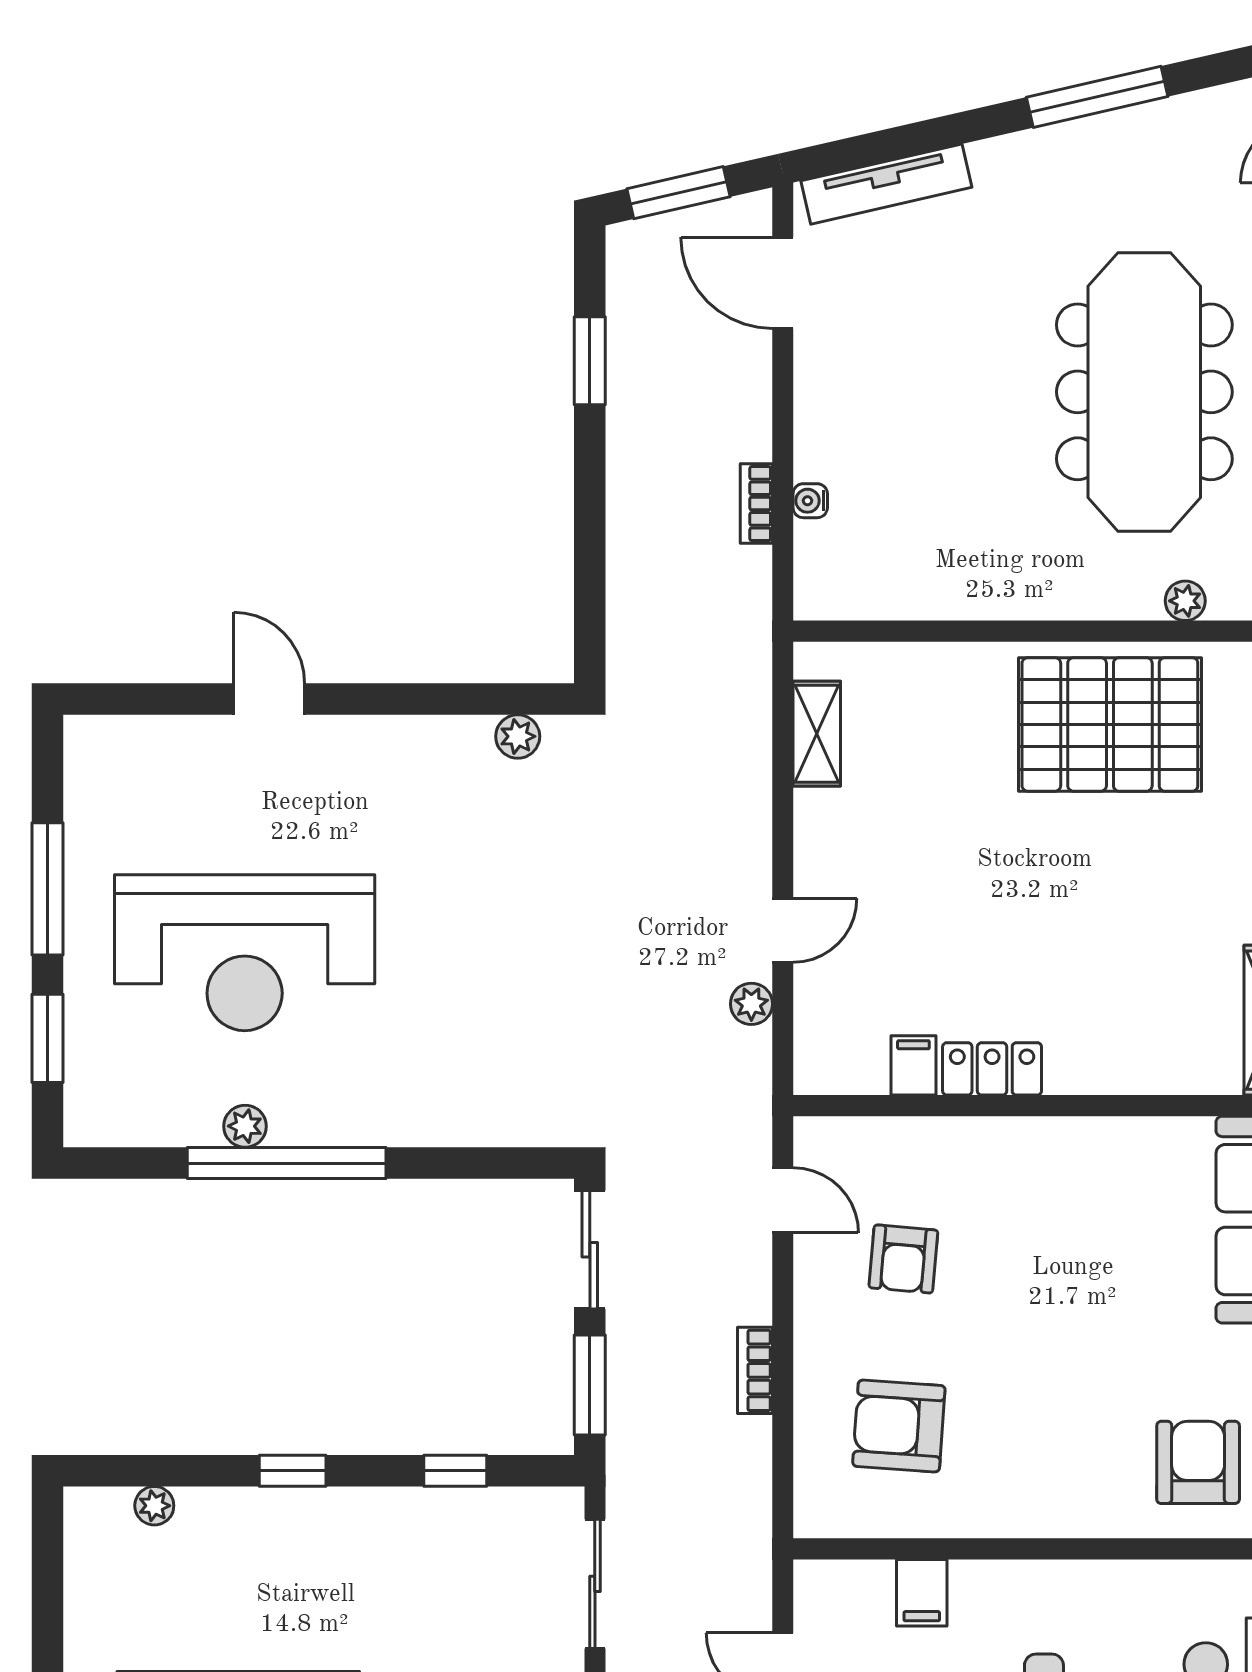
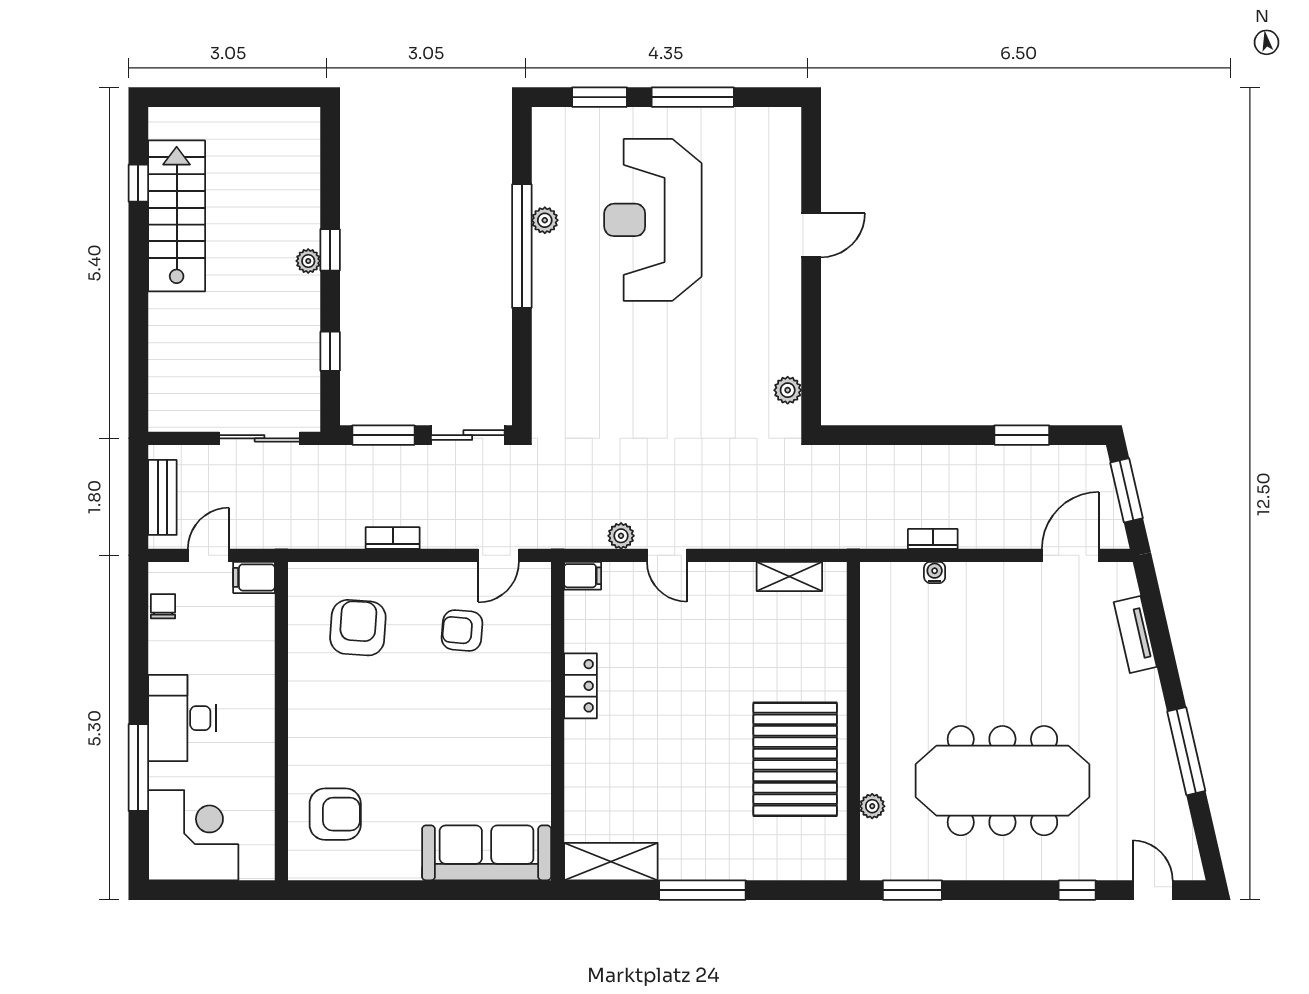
tv unit: (886, 184) -> (1135, 634), width x0.71
filing cabinet: (913, 1065) -> (583, 576), moved
plant: (154, 1506) -> (308, 261), moved
filing cabinet: (922, 1593) -> (254, 577), moved

